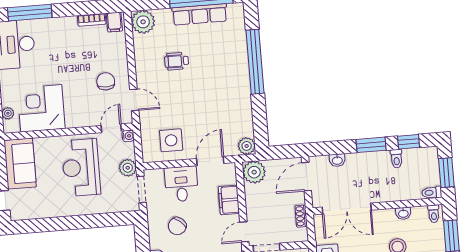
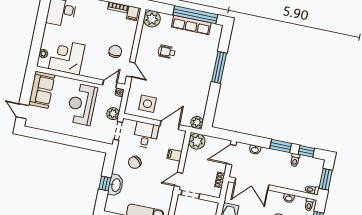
window: (255, 62) -> (219, 67), width x0.68
filing cabinet: (229, 200) -> (175, 155), width x0.50

